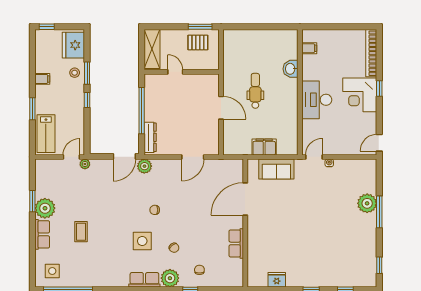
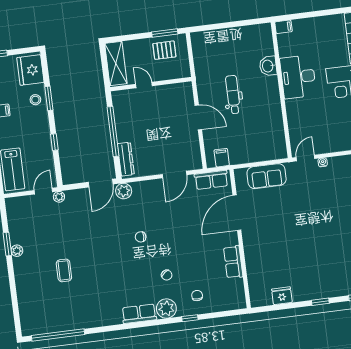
filing cabinet: (309, 48) -> (283, 27), moved
window: (87, 100) -> (54, 142), moved
desk: (317, 100) -> (298, 77), moved
filing cabinet: (264, 147) -> (222, 158), moved, width x0.50
plant: (45, 208) -> (17, 251), width x0.53, depth x0.53
row of seats: (42, 234) -> (211, 180), moved, turned 90
side table: (142, 241) -> (131, 272), removed
side table: (52, 271) -> (38, 317), removed

